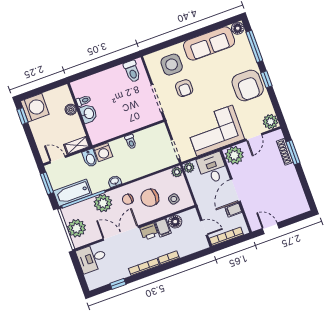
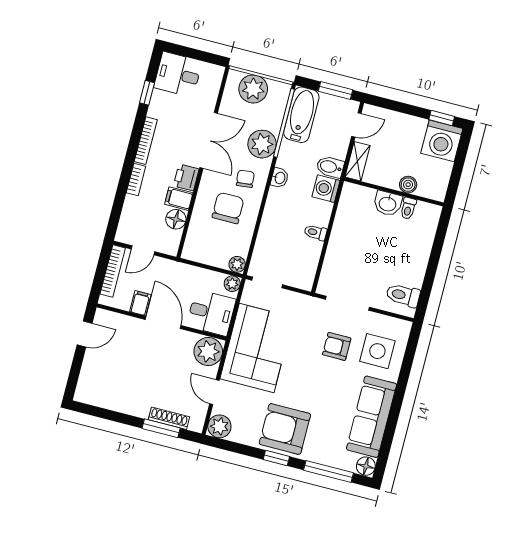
side table: (174, 199) -> (206, 237), removed
desk: (92, 258) -> (178, 74), moved, turned -90

